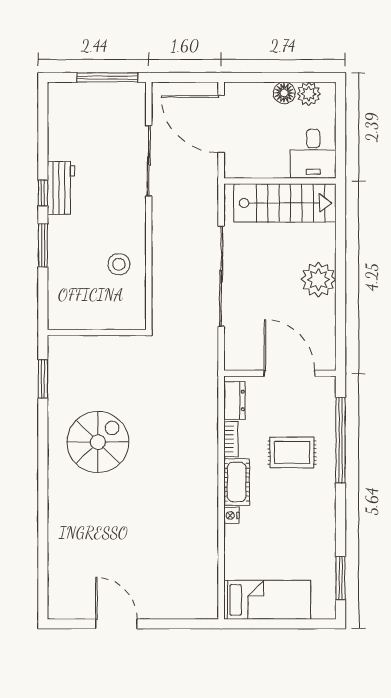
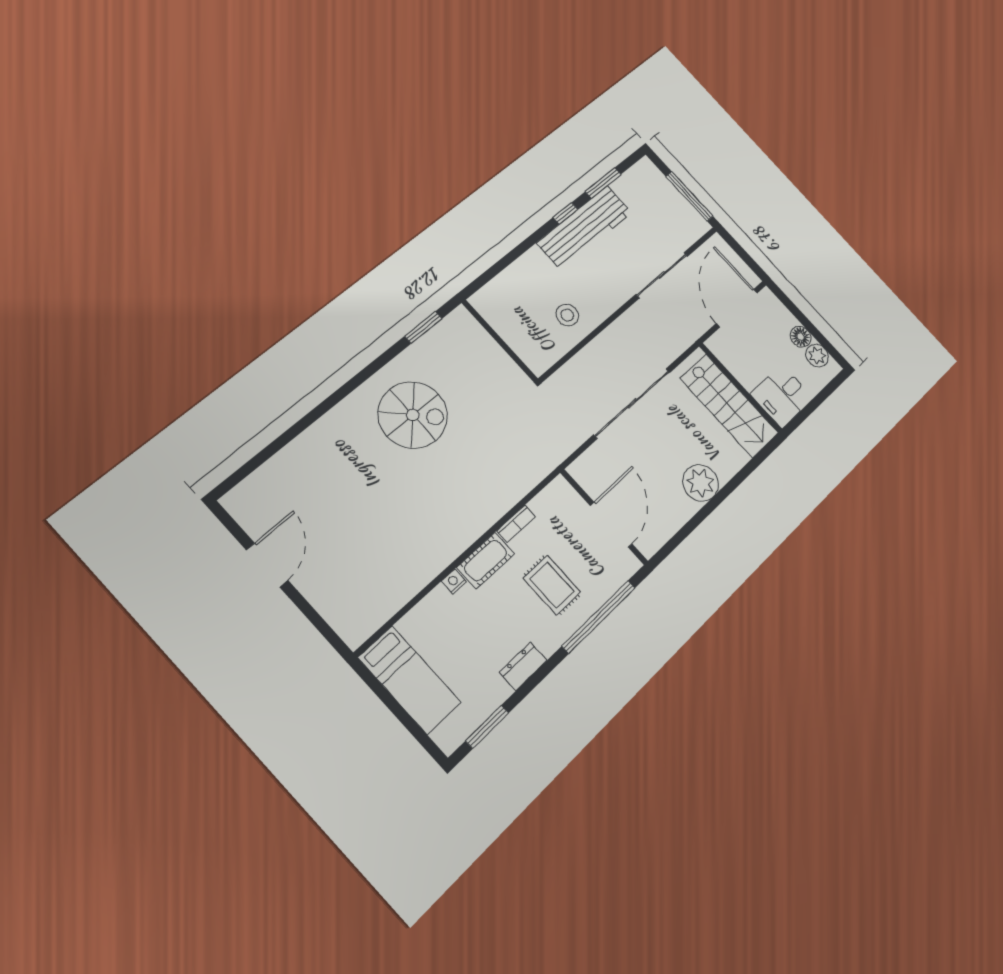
workbench: (61, 188) -> (585, 228), width x1.88, depth x1.32
window: (43, 245) -> (603, 183), moved
dresser: (234, 400) -> (523, 666), moved, turned 180

